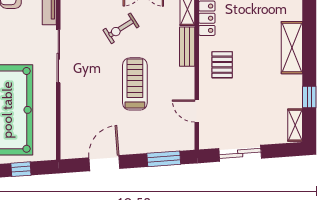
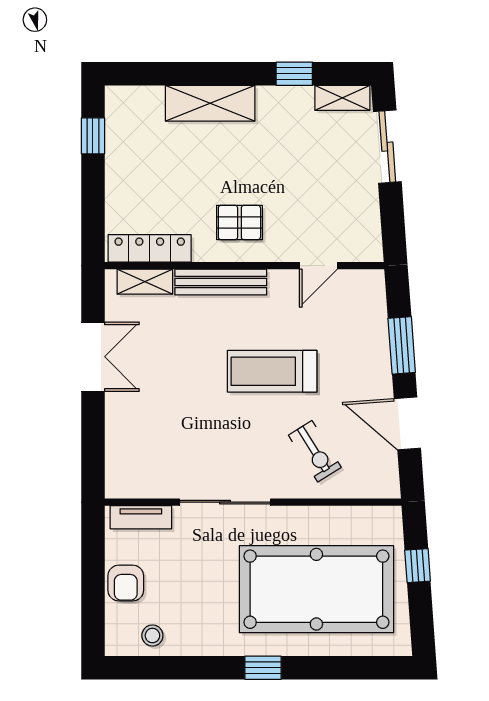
exercise bike: (121, 28) -> (315, 451), moved
bench: (187, 47) -> (221, 282), width x1.36
sliding door: (240, 153) -> (387, 147), moved
window: (164, 159) -> (402, 345), moved

